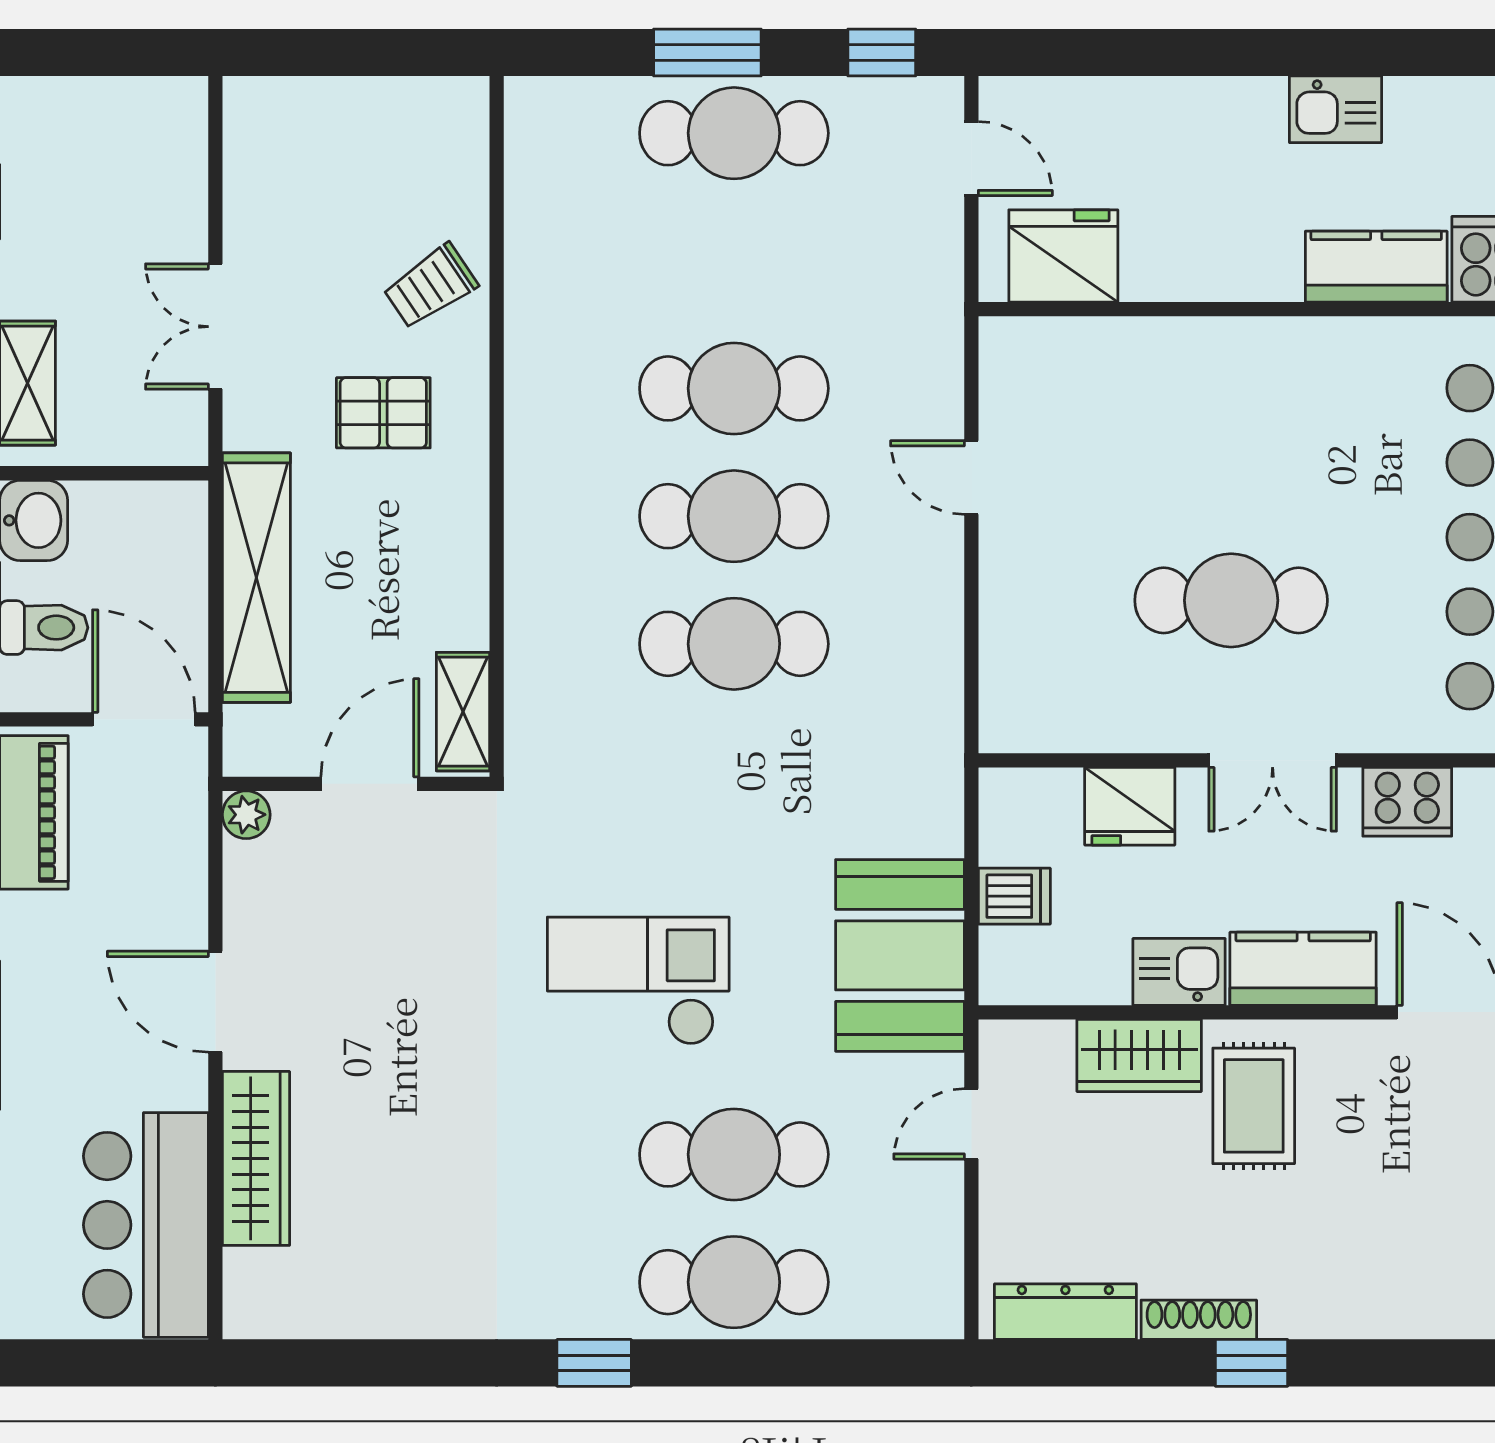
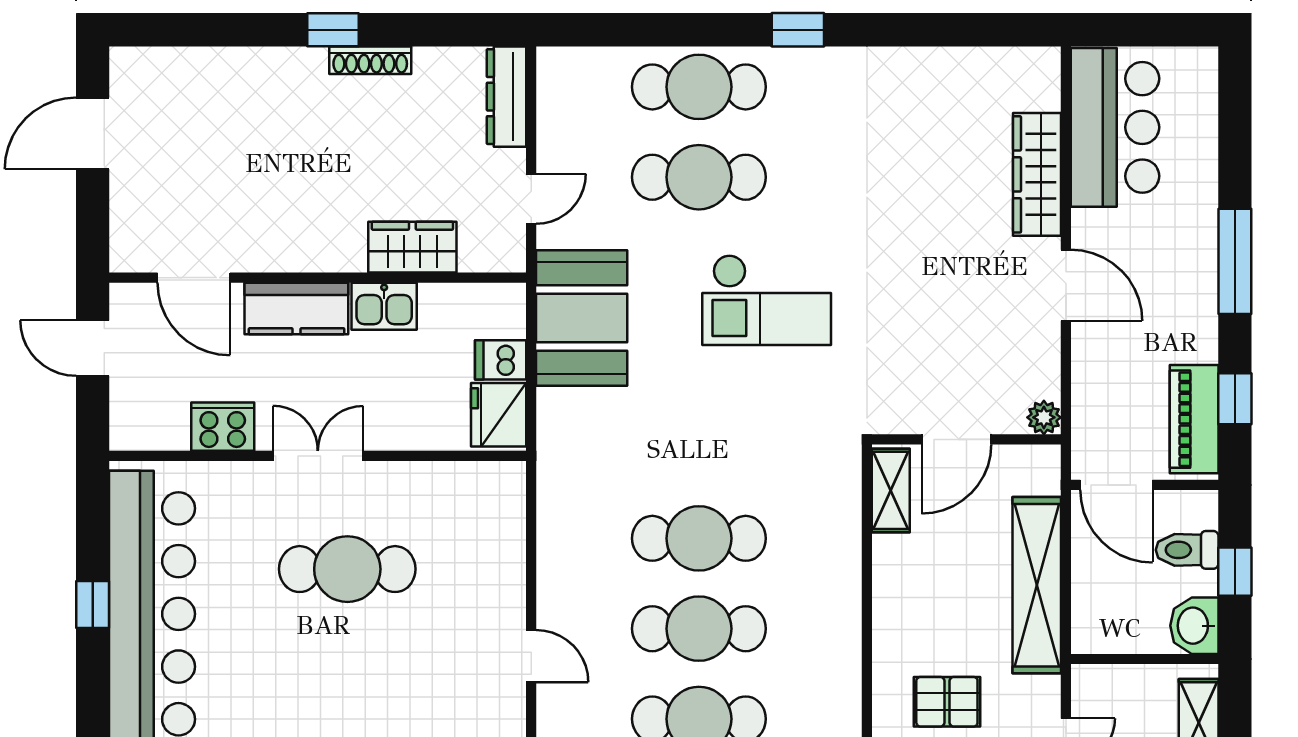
fridge: (1130, 806) -> (499, 415), moved, turned -90
rug: (1254, 1106) -> (331, 212), removed
dresser: (1065, 1312) -> (506, 97), moved, turned 90

